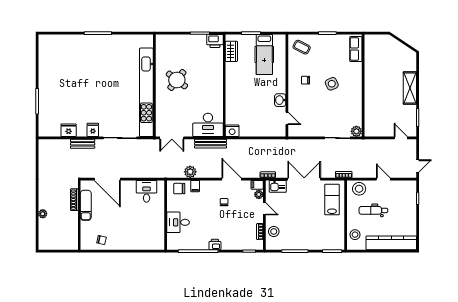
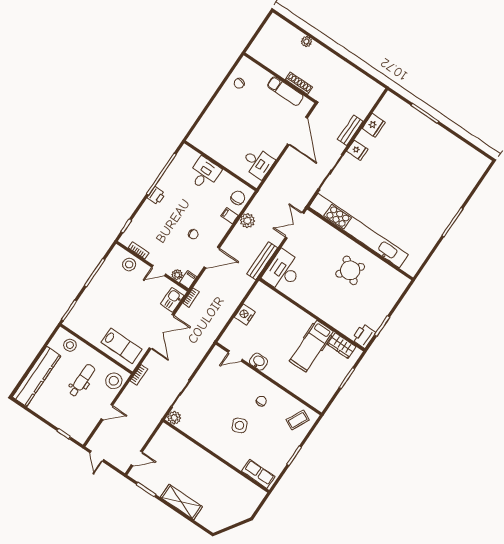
hospital bed: (264, 54) -> (311, 346), moved, turned -90
nightstand: (232, 131) -> (245, 314), moved
door: (107, 179) -> (297, 131), swing flipped

